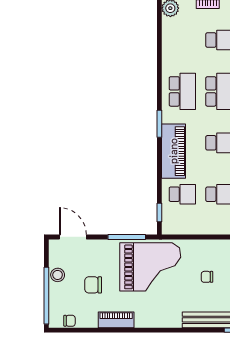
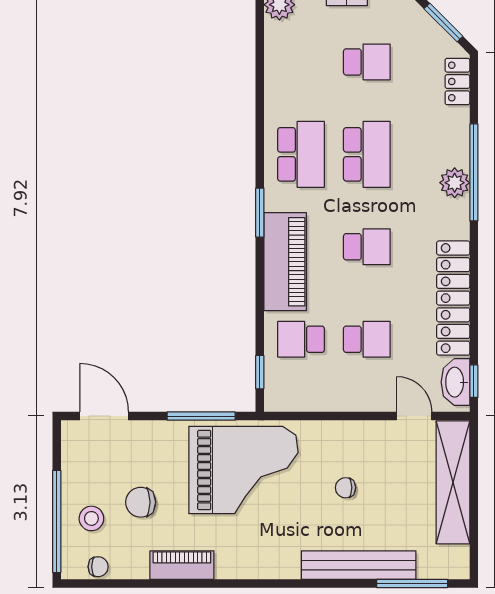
school desk: (182, 194) -> (301, 339), turned 180
stool: (58, 275) -> (91, 518), moved

